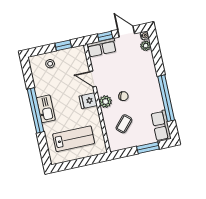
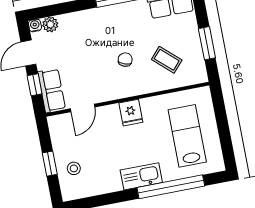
window: (63, 45) -> (50, 164), moved
door: (93, 79) -> (83, 108), moved
plant: (105, 102) -> (133, 87), removed
window: (35, 110) -> (171, 187), moved
window: (148, 148) -> (207, 43), moved

